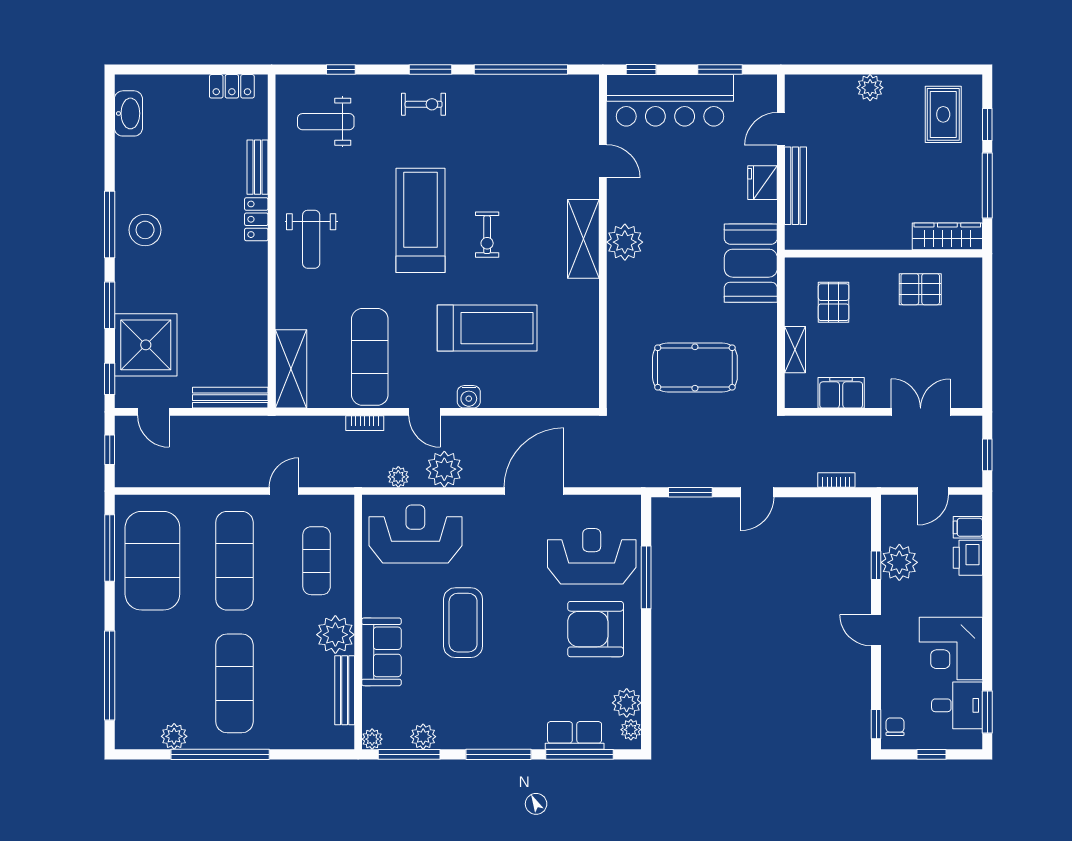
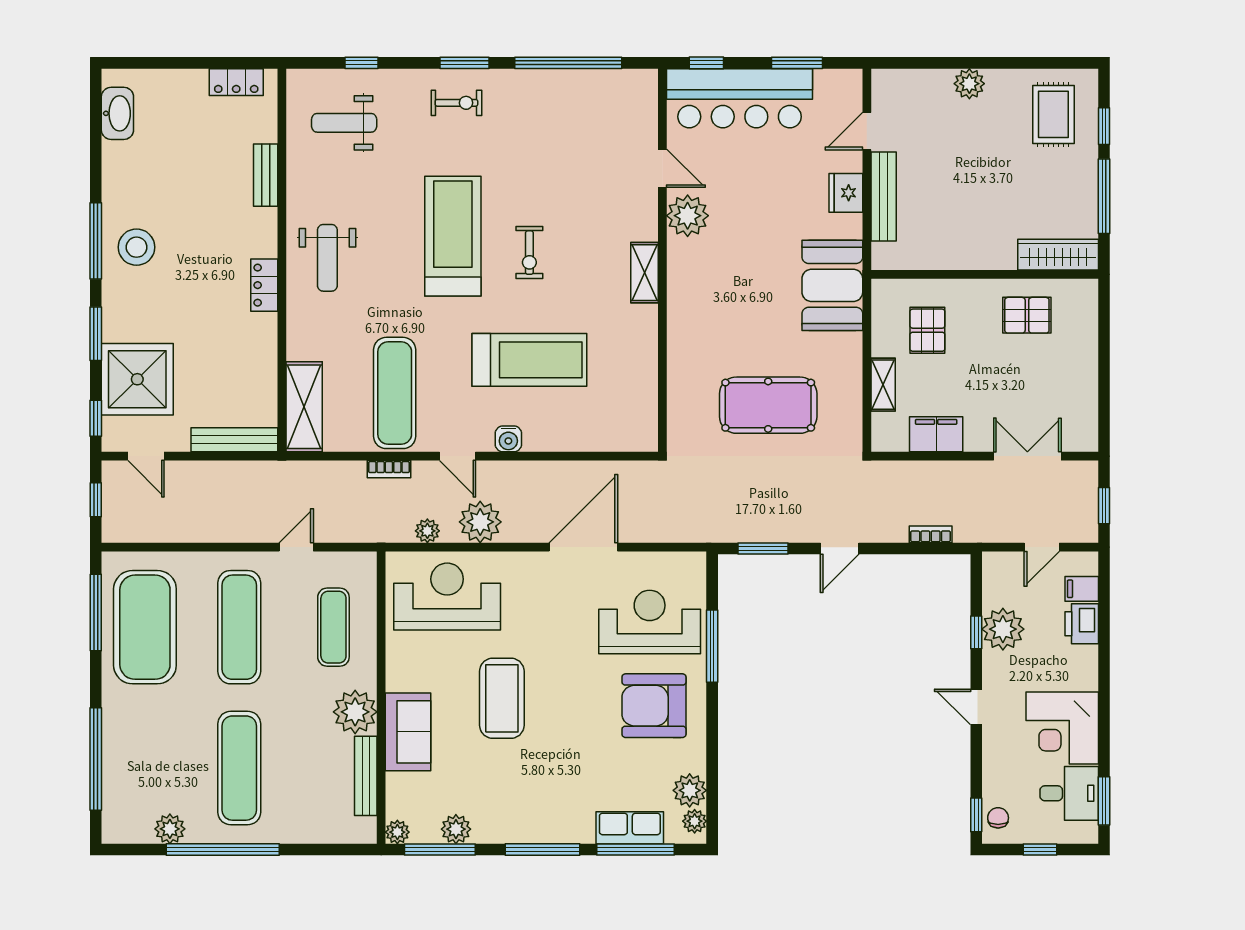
locker: (256, 219) -> (264, 285), moved
shelving: (583, 239) -> (645, 273), width x0.67, depth x0.75
plant: (625, 242) -> (688, 216), moved

